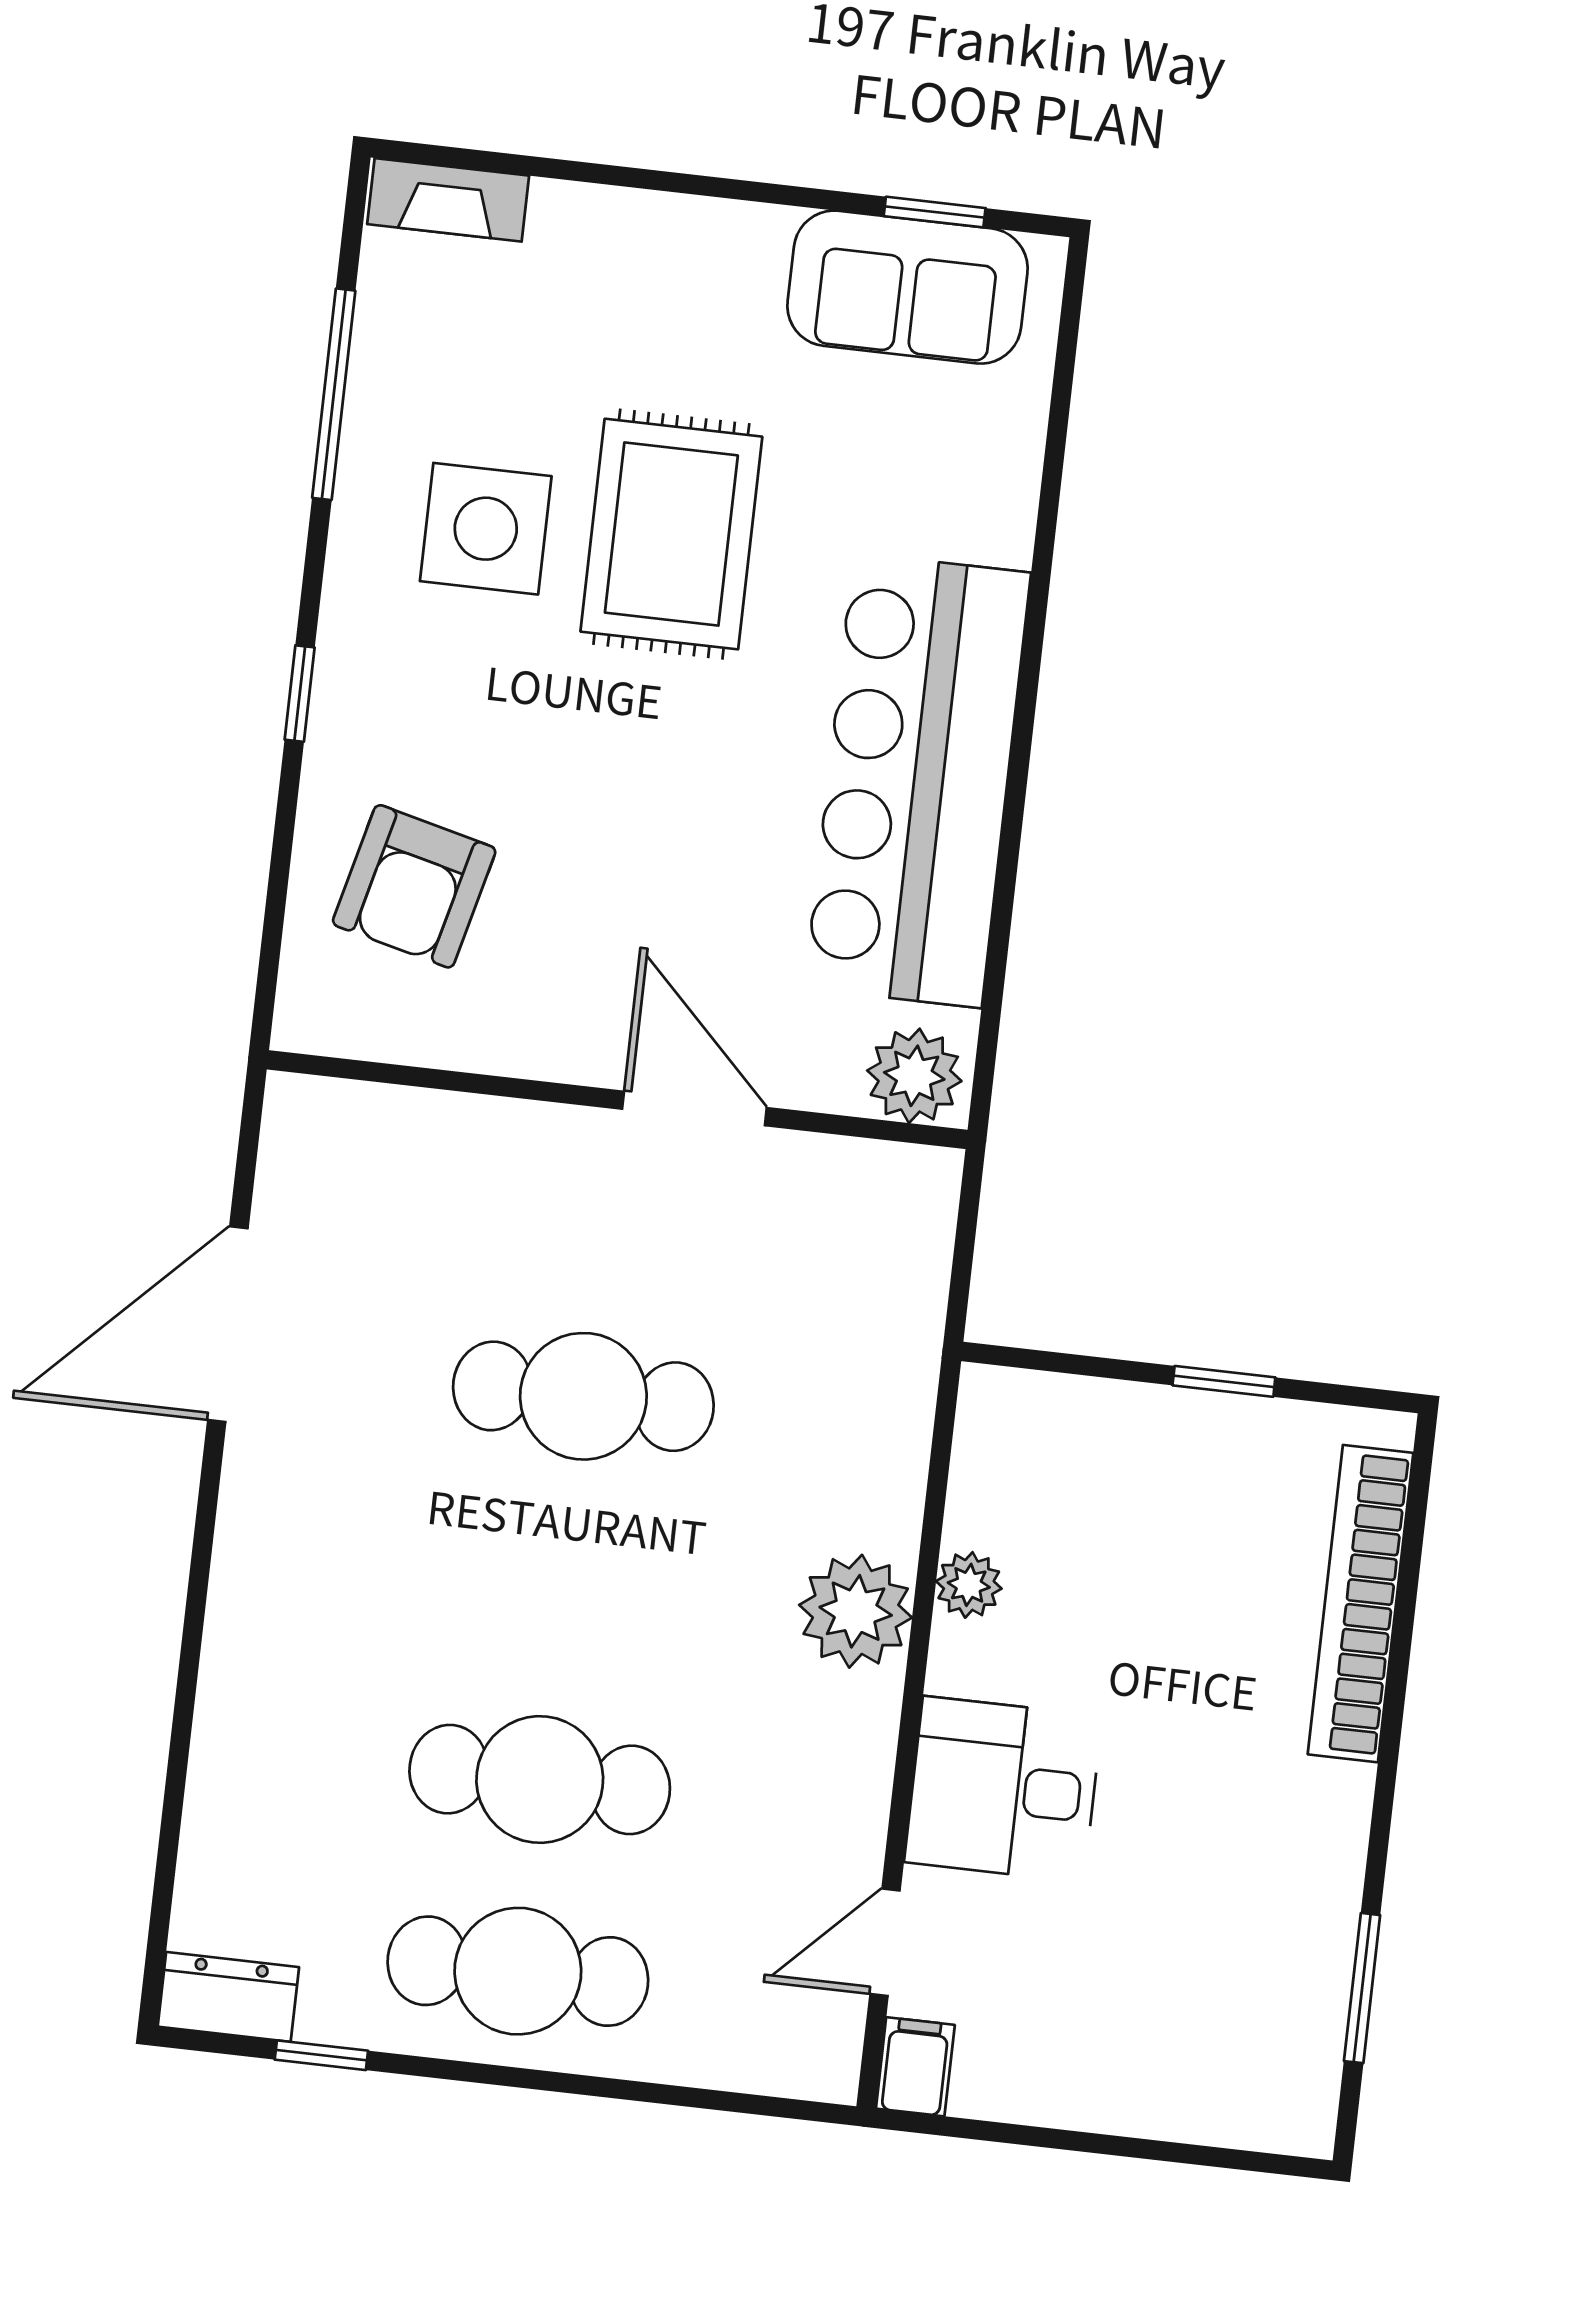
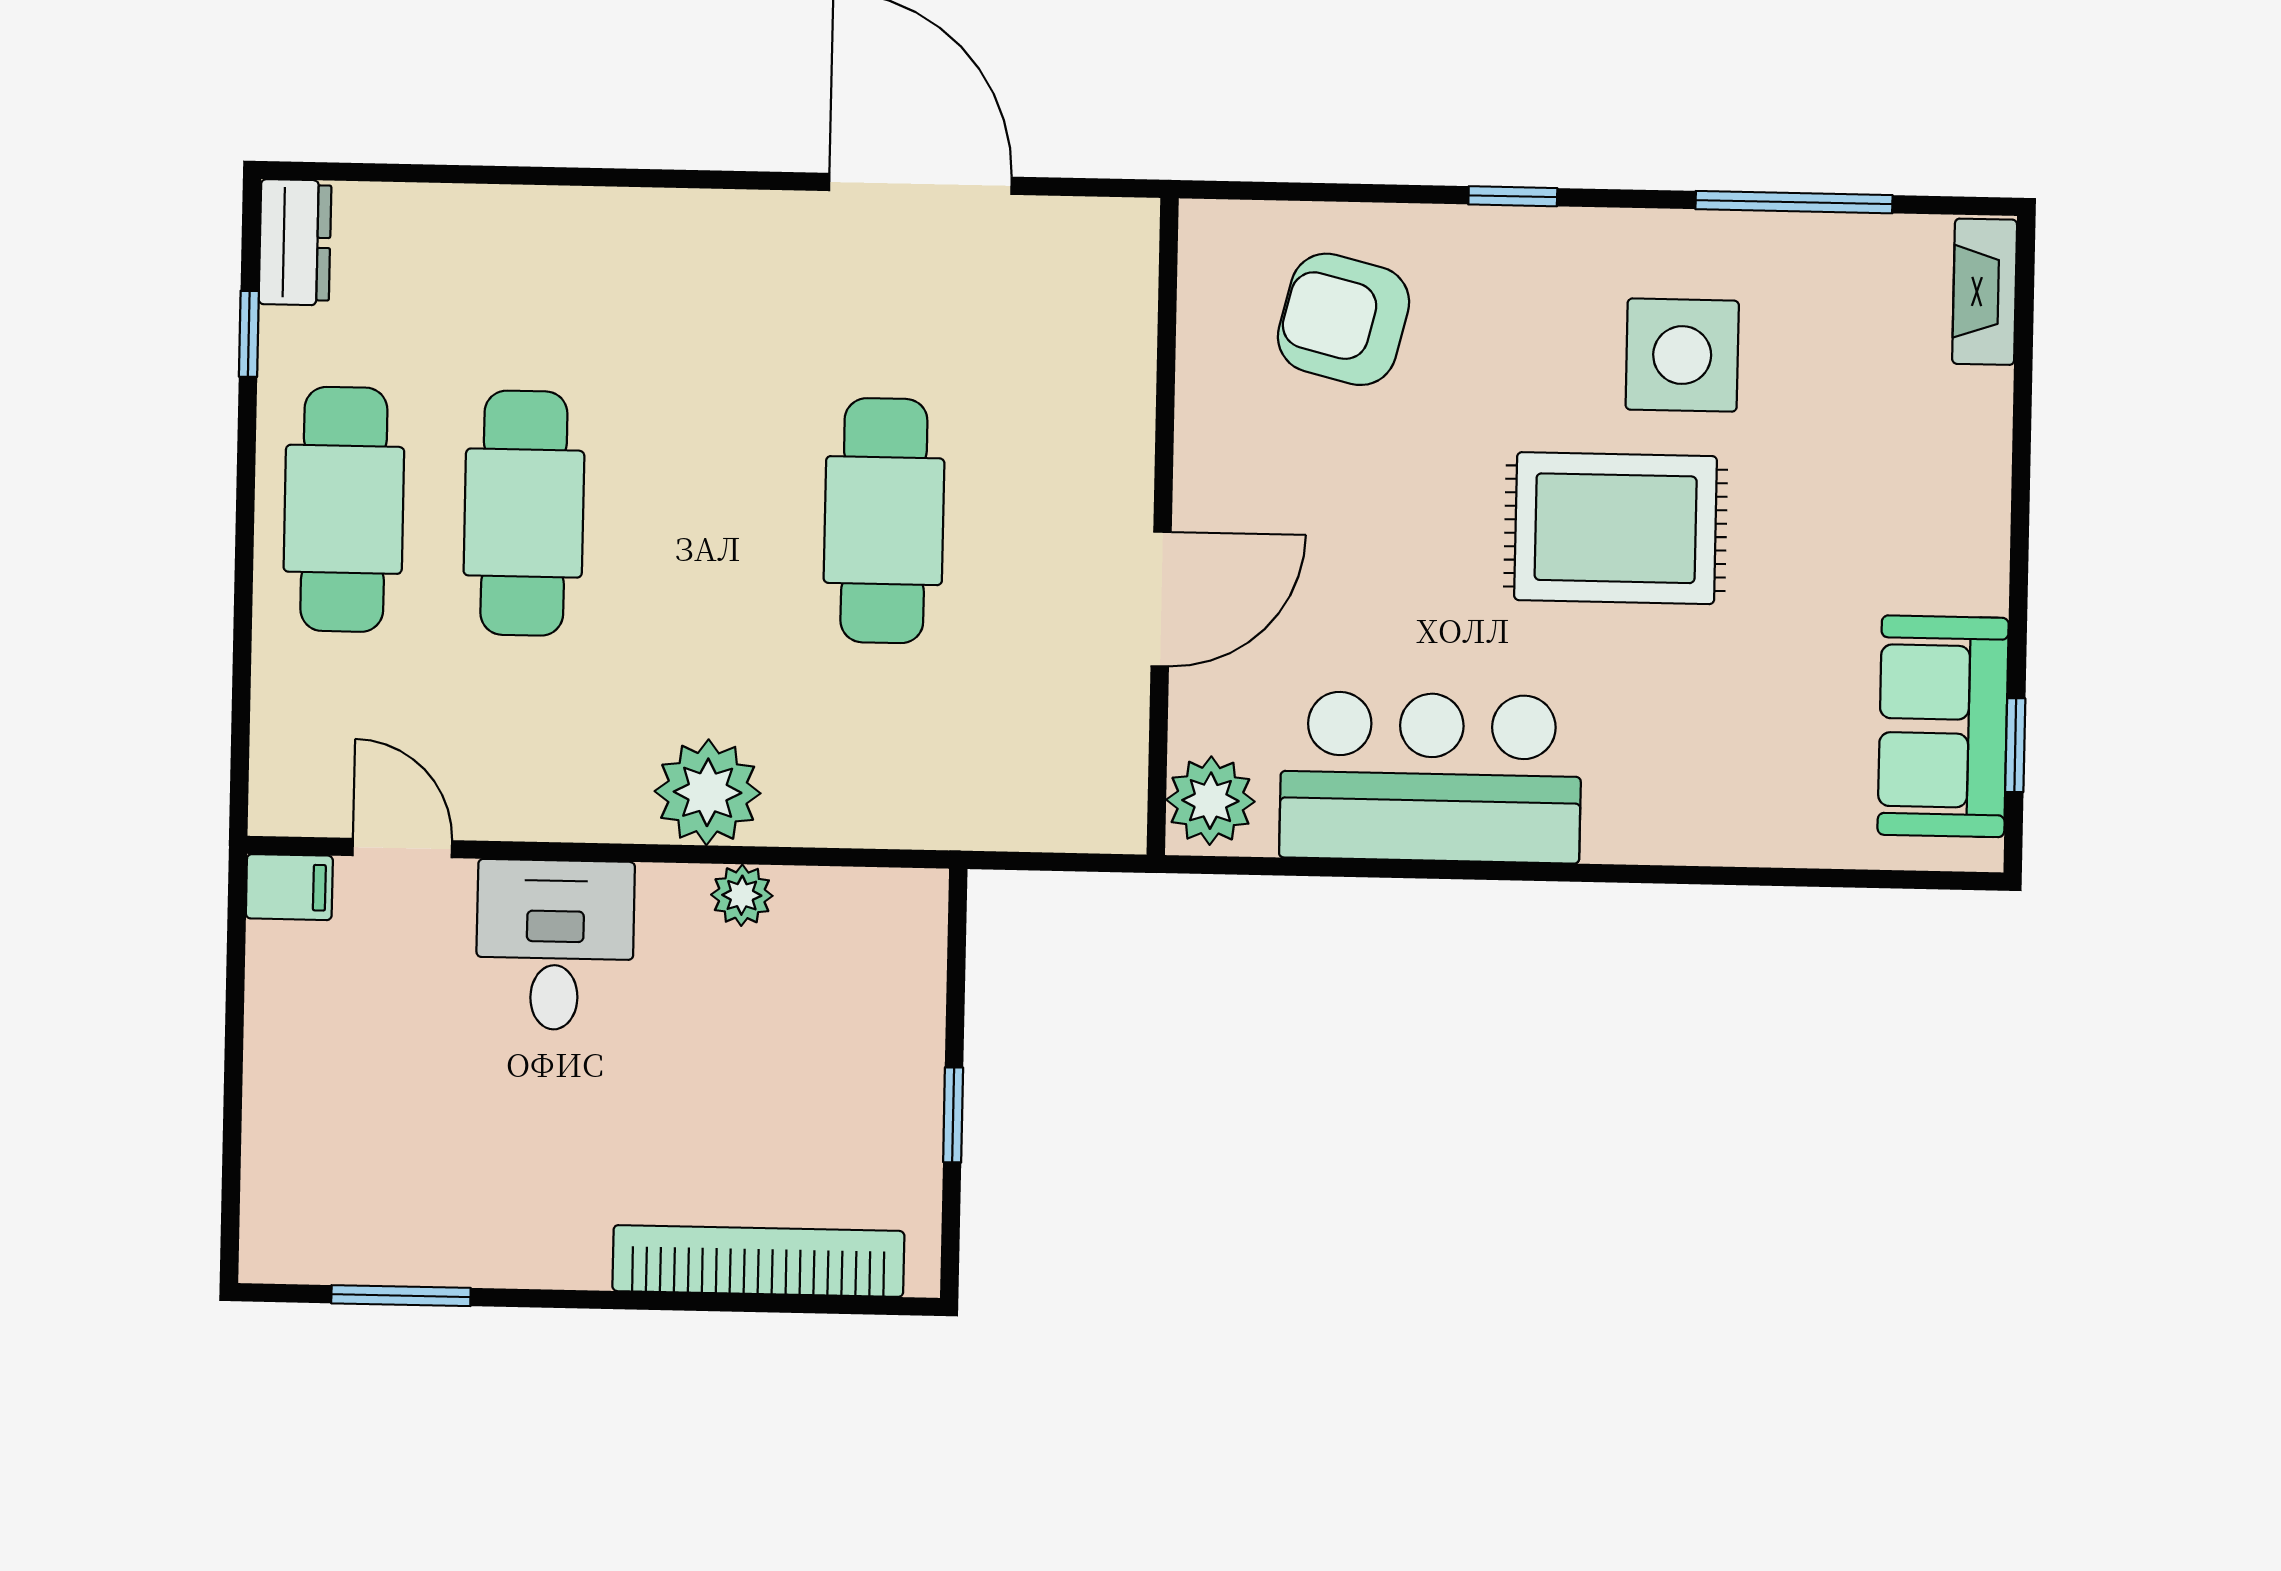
rug: (671, 534) -> (1616, 528), moved
bar counter: (918, 780) -> (1431, 777), width x0.73

